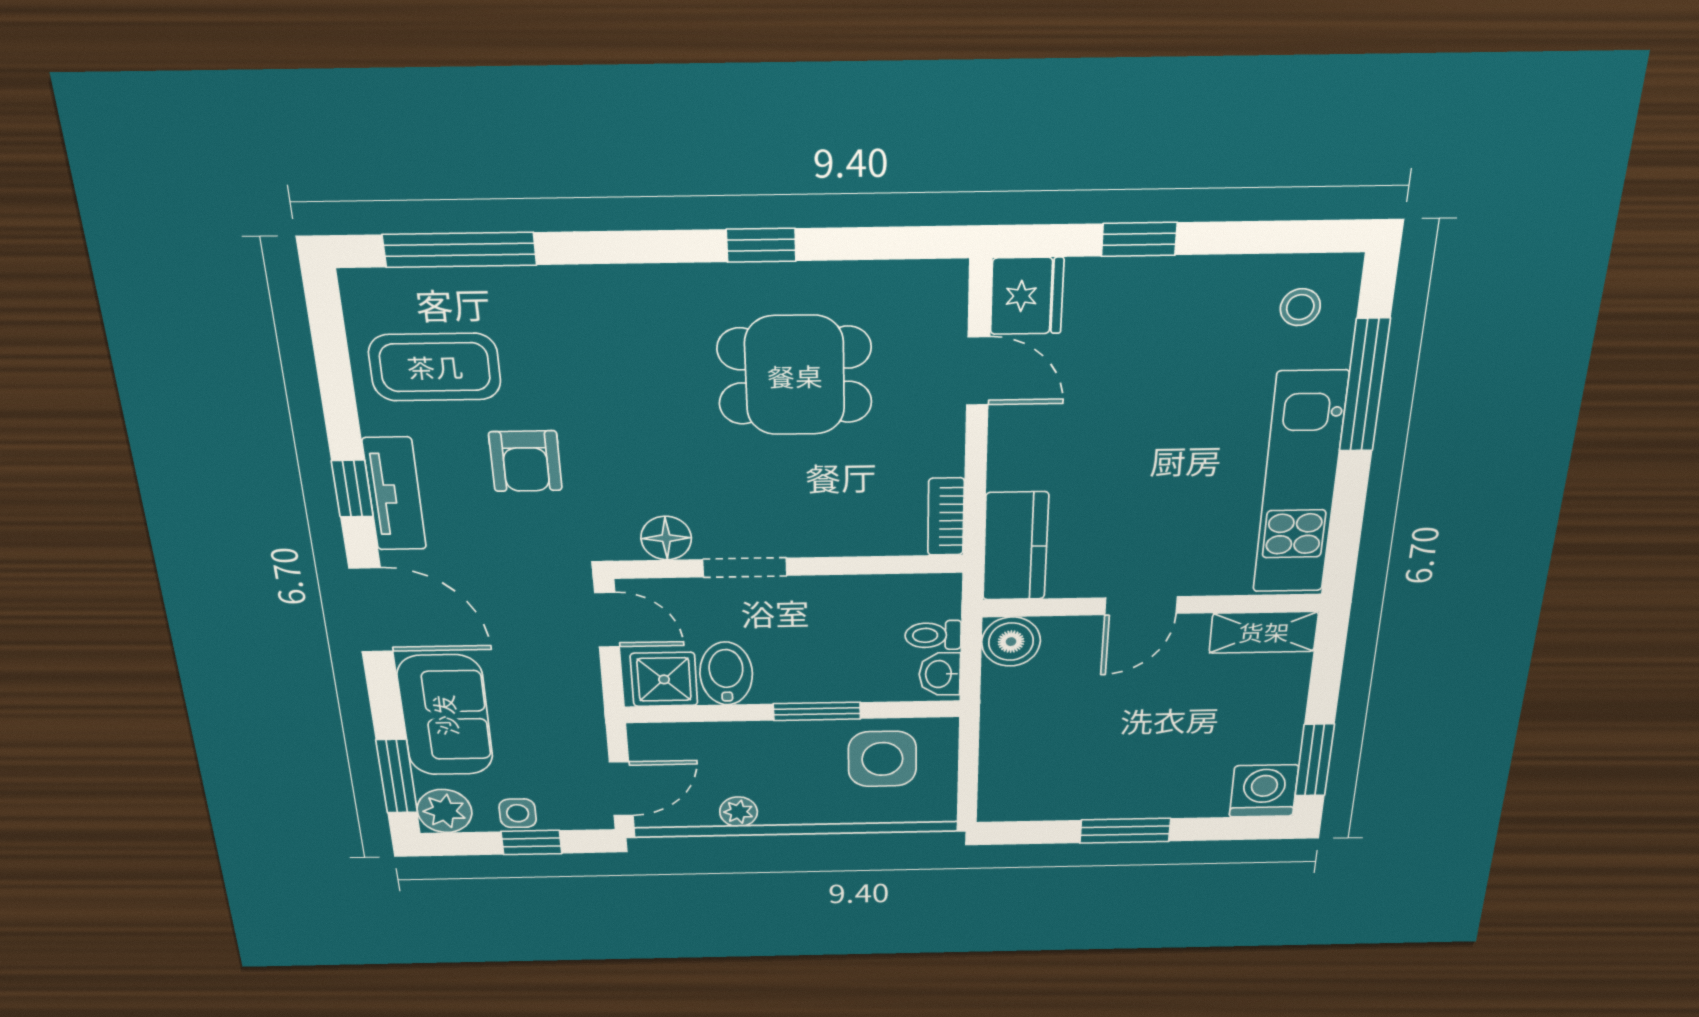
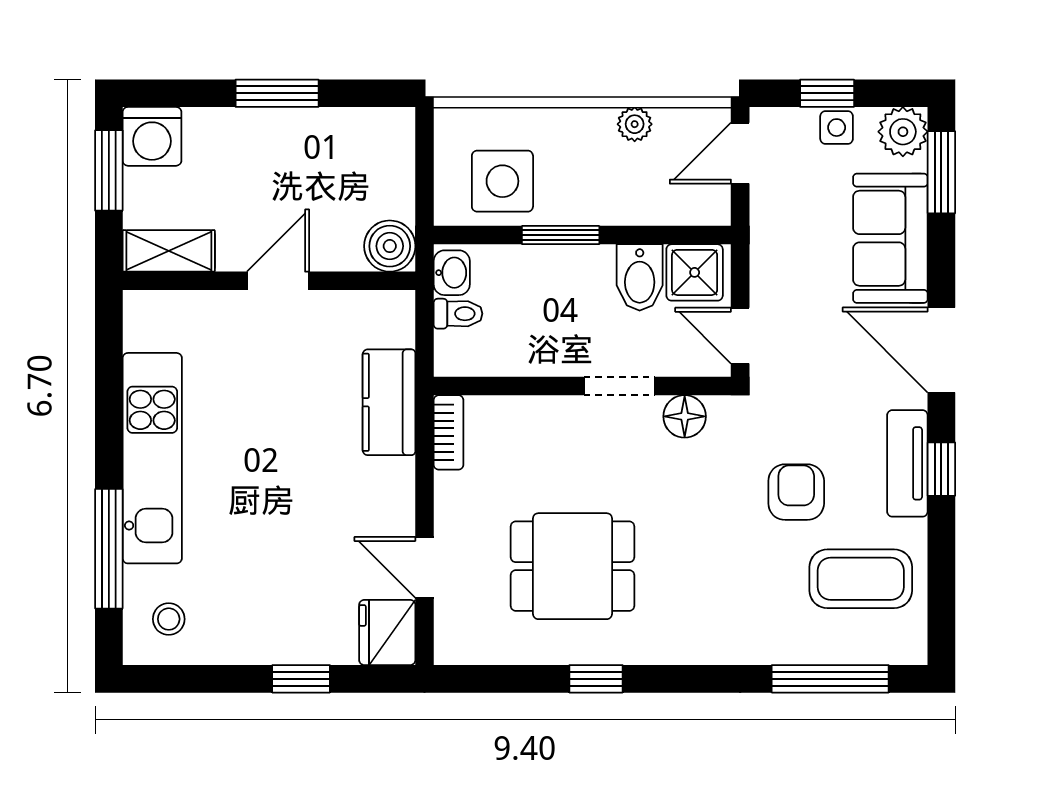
wall: (1152, 605) -> (269, 281), moved
door: (1141, 606) -> (278, 281), moved
shelving: (1264, 632) -> (169, 251), moved
boiler: (1011, 642) -> (390, 246), moved

